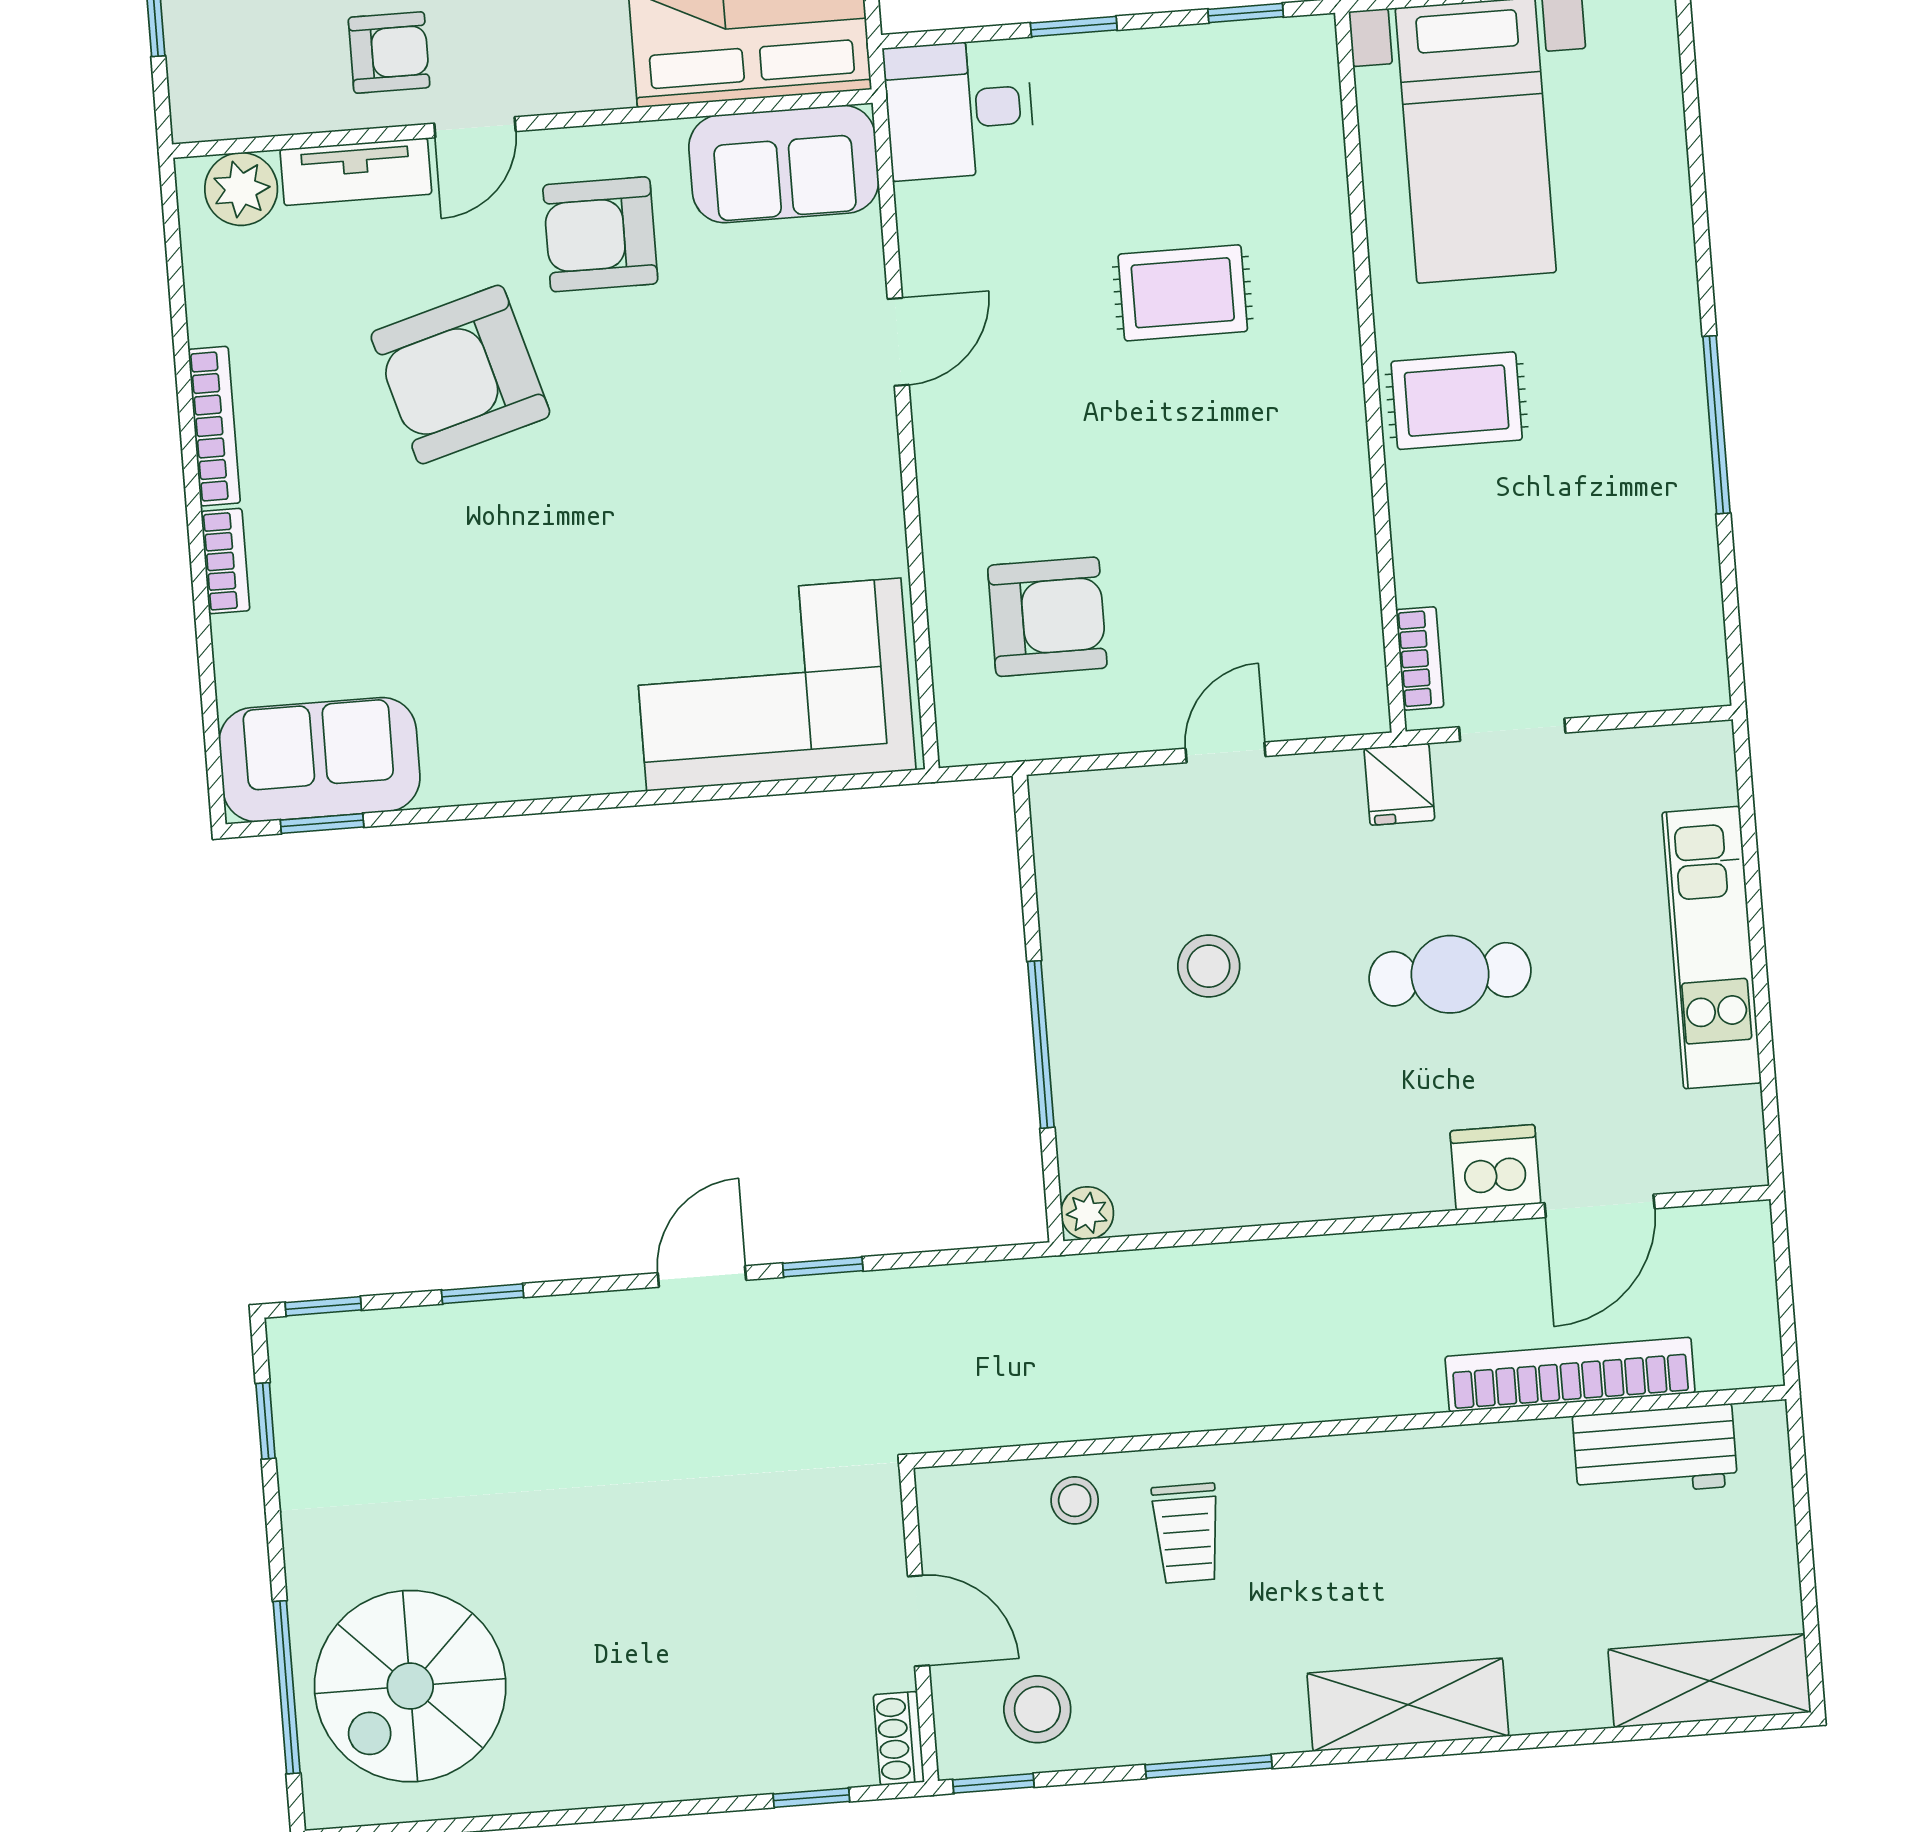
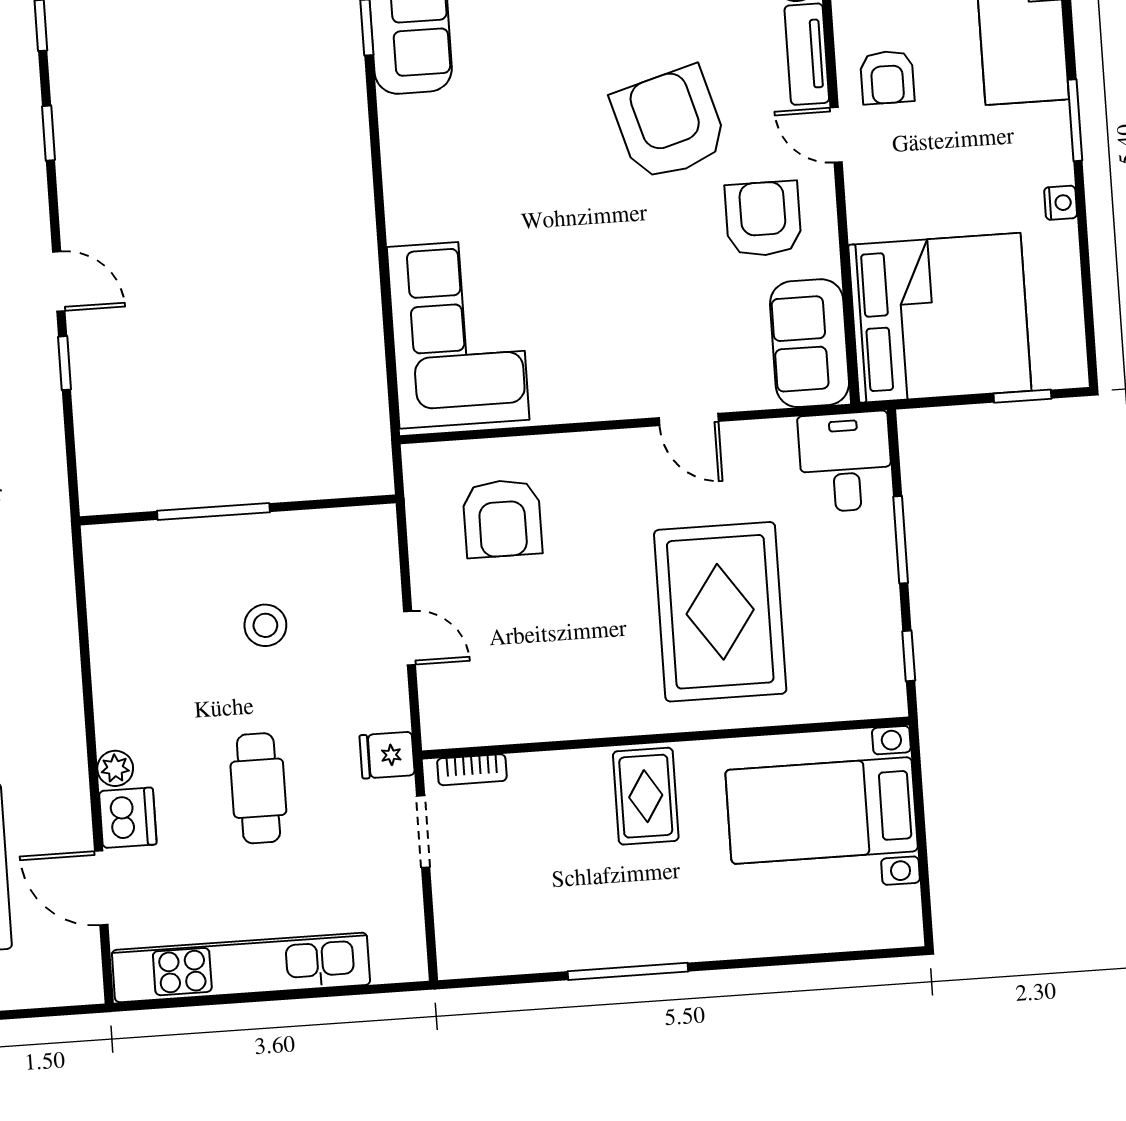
window: (1074, 27) -> (901, 540), width x1.50
rug: (1183, 293) -> (720, 612), width x1.86, depth x2.06
kitchen unit: (1712, 948) -> (241, 967), width x1.36
plant: (1087, 1213) -> (115, 768), moved

